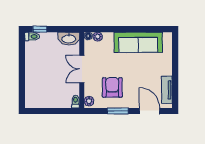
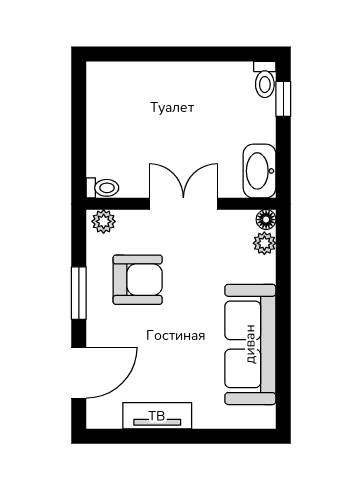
tv unit: (167, 90) -> (157, 416), moved

